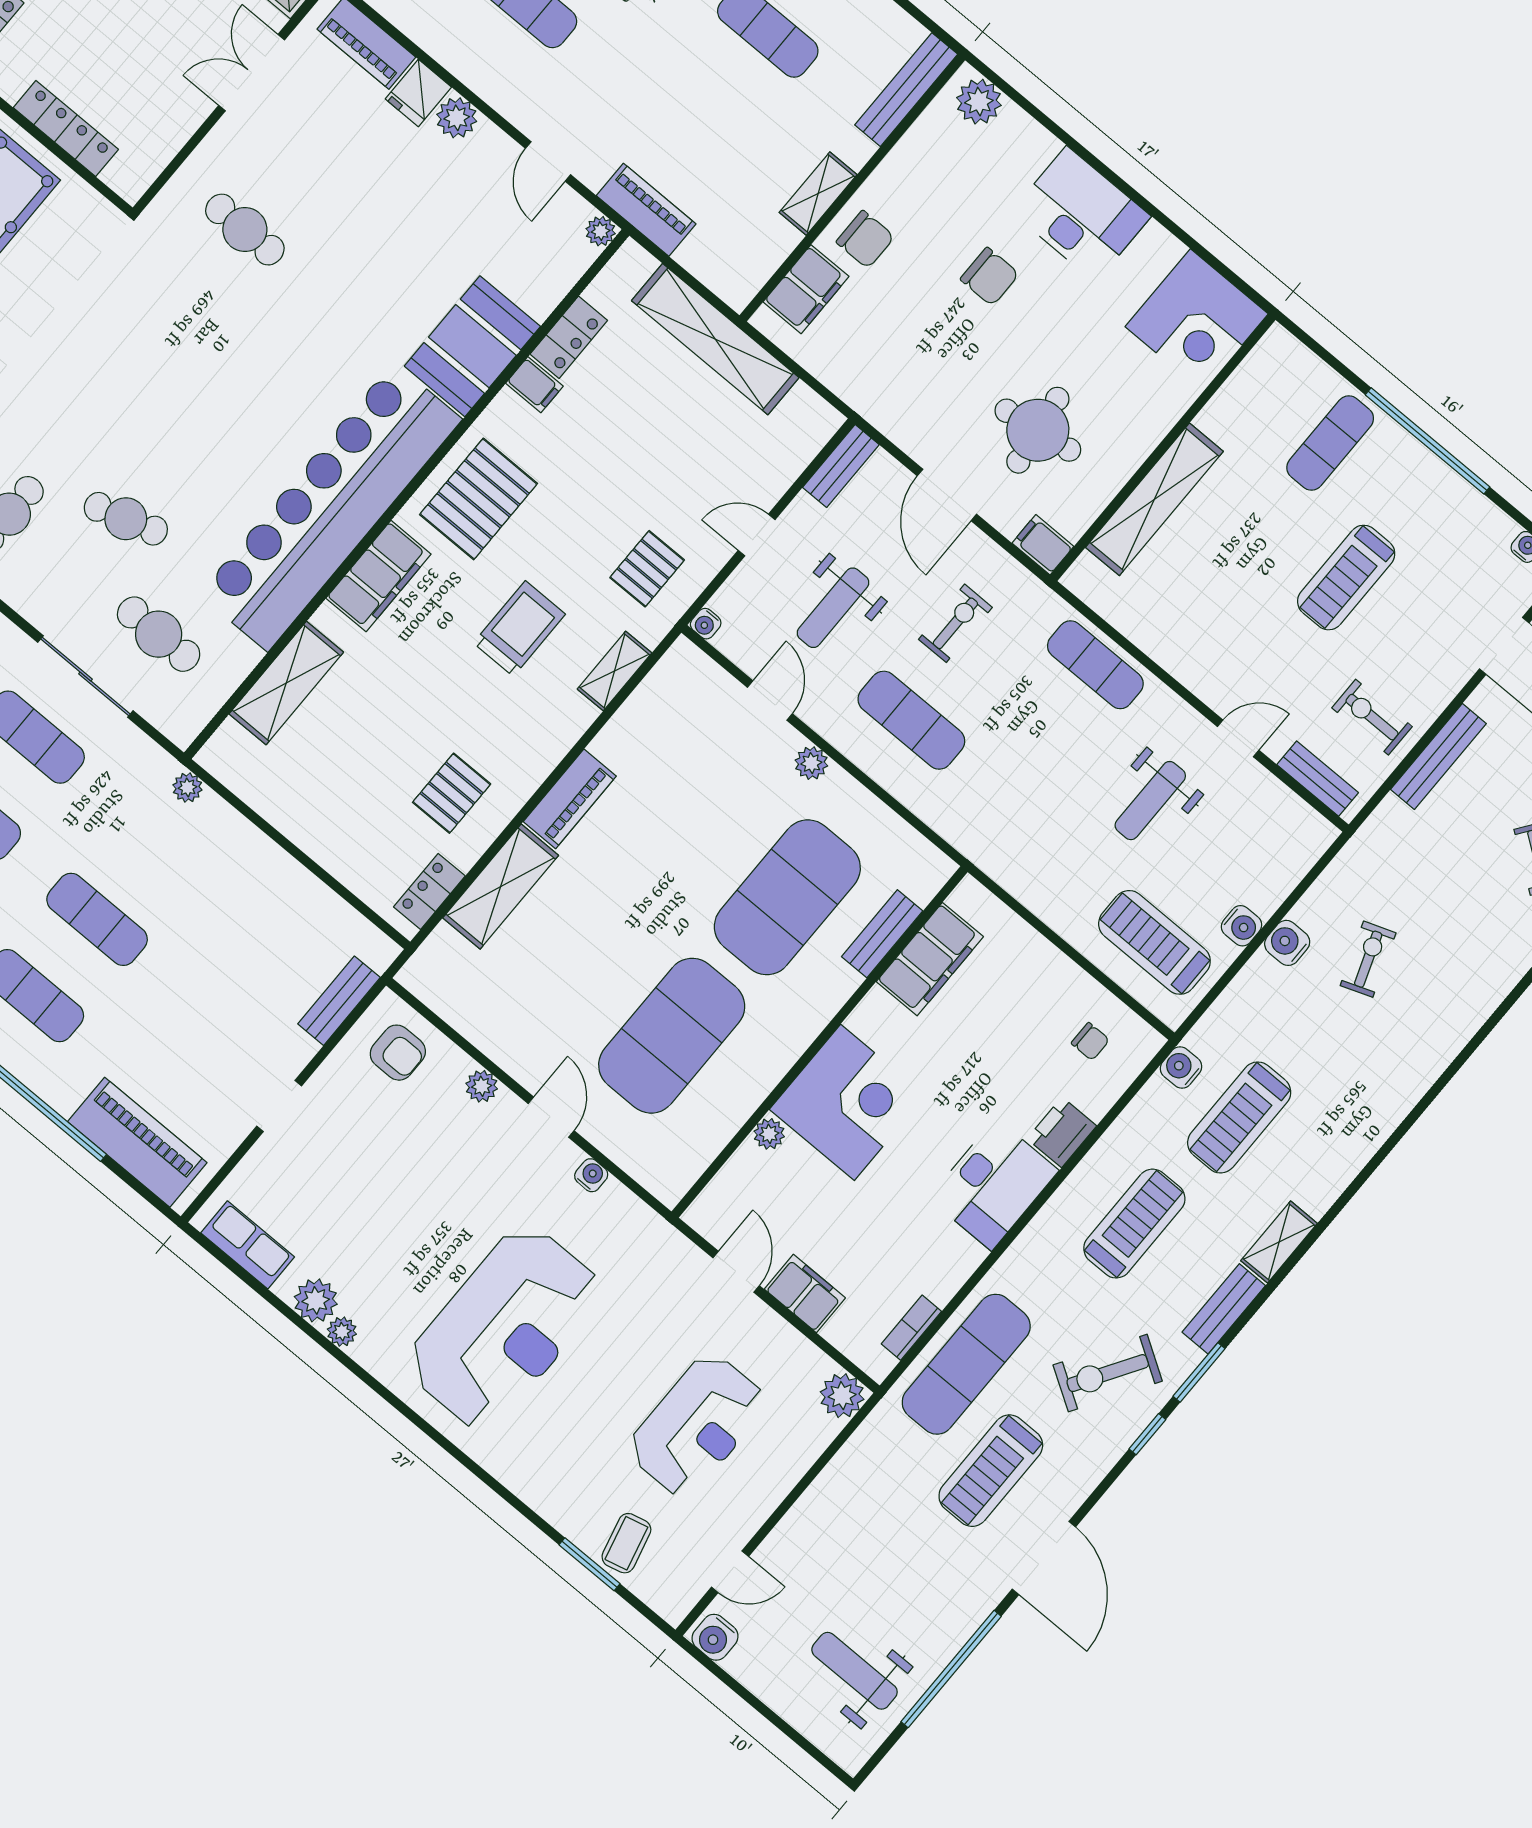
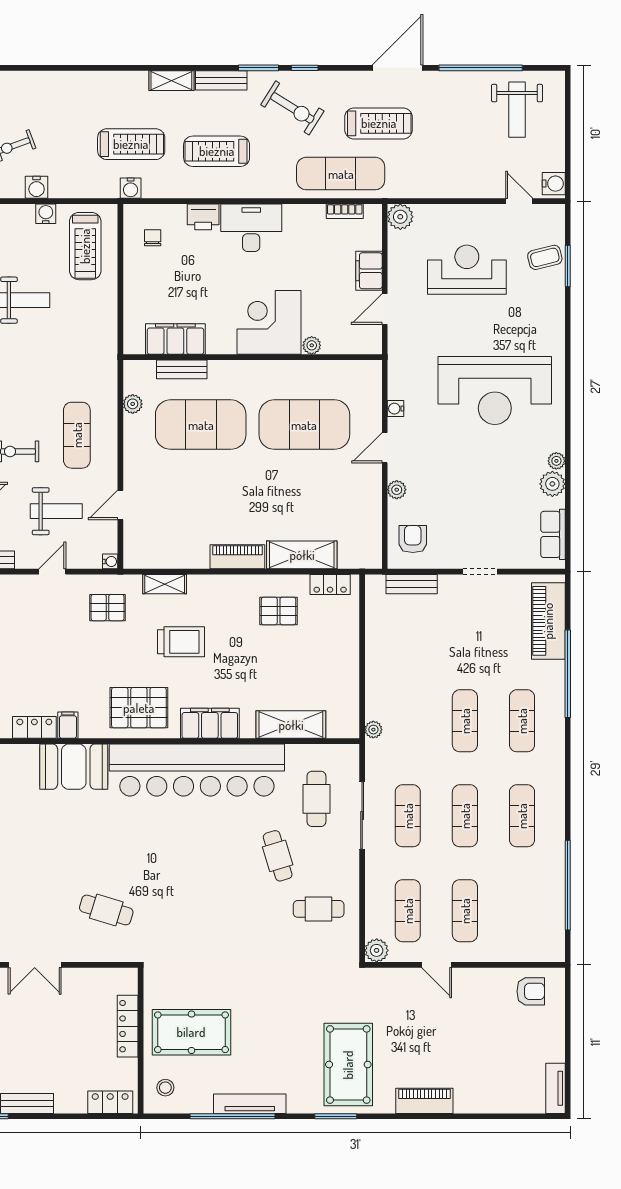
cafe table: (245, 230) -> (106, 910), turned -73
door: (757, 535) -> (52, 572), swing flipped
trolley: (519, 629) -> (181, 642), turned 180
plant: (811, 763) -> (133, 404), moved
reception desk: (505, 1328) -> (495, 391), turned 180

